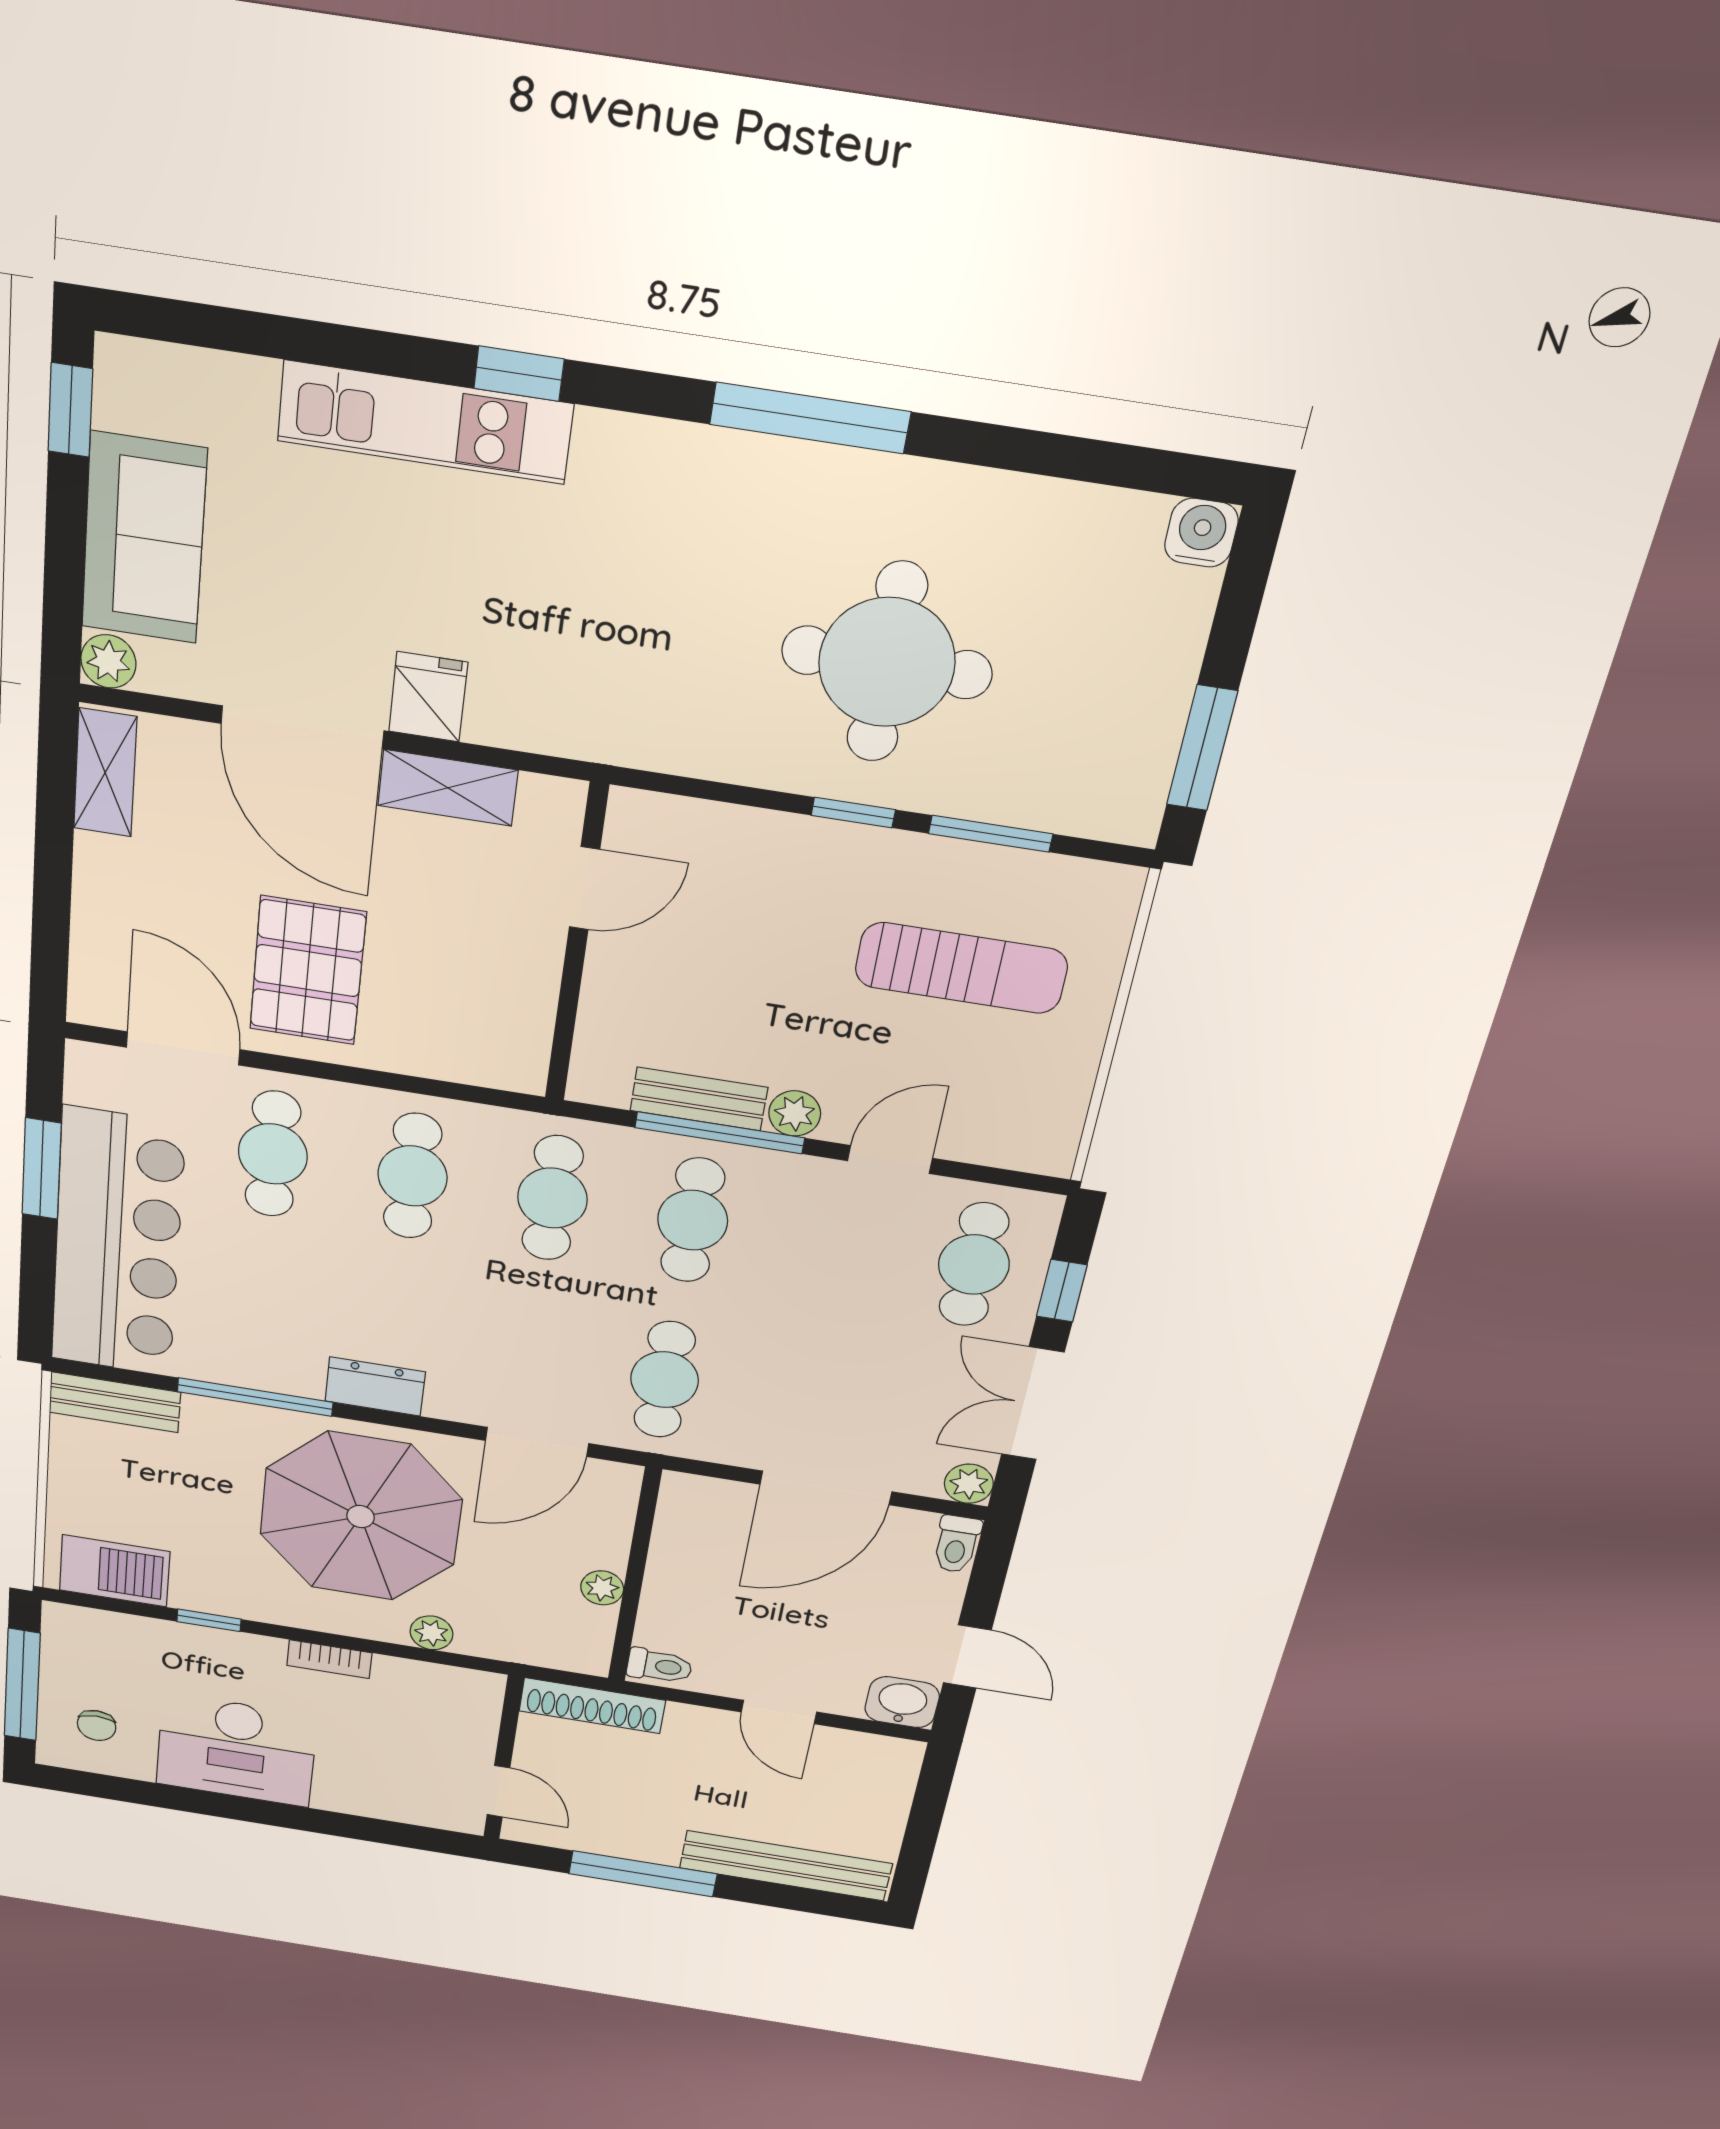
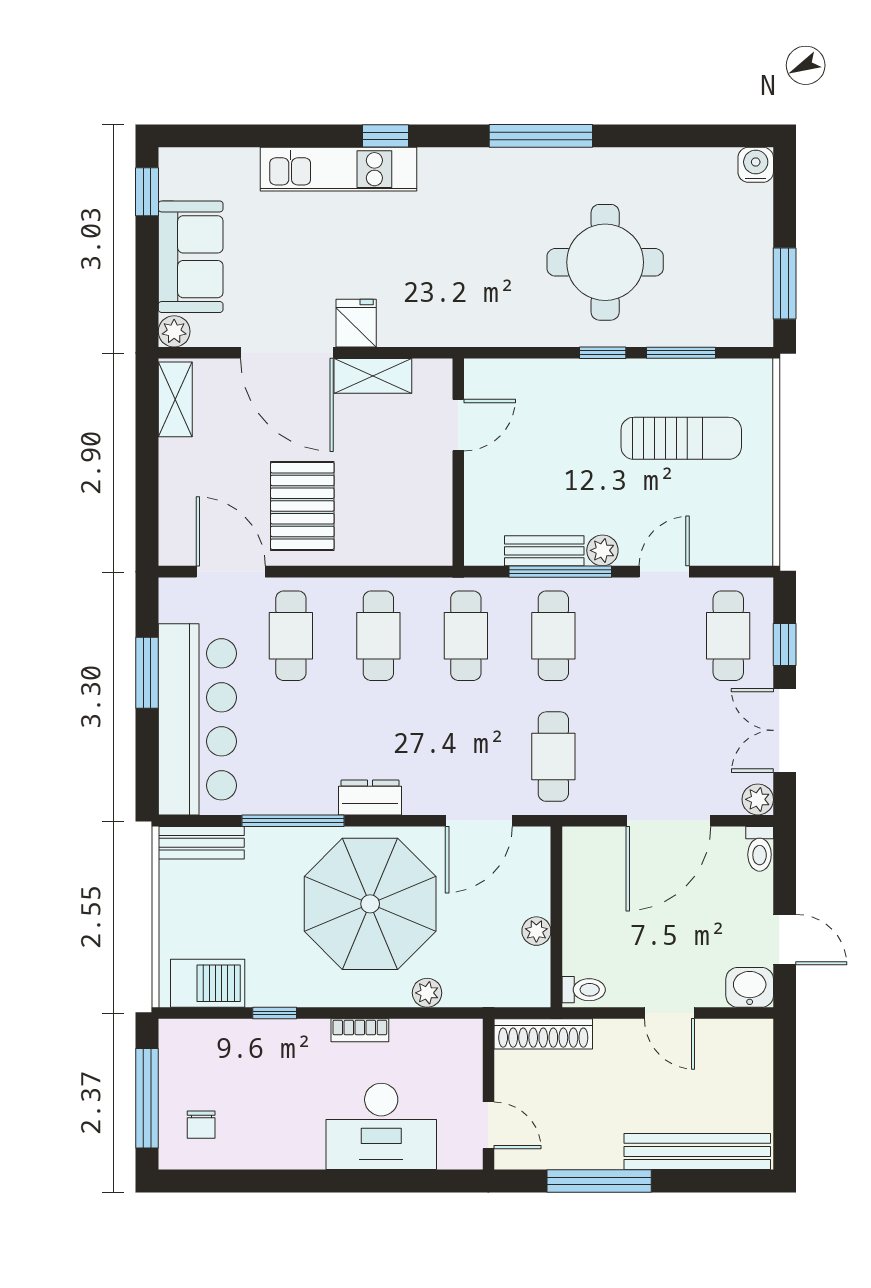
desk: (236, 1750) -> (381, 1126), moved

